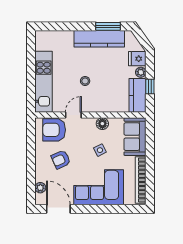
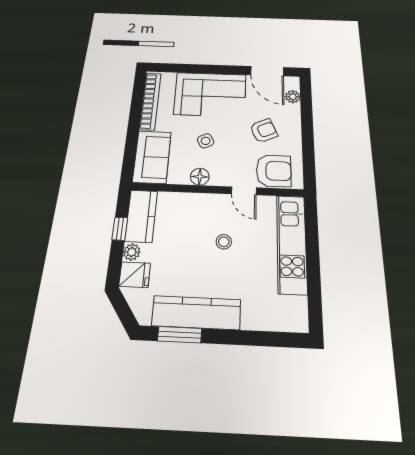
door: (73, 115) -> (244, 191), hinge flipped

